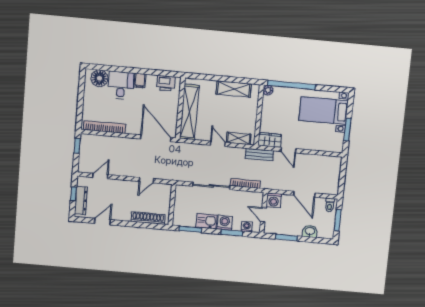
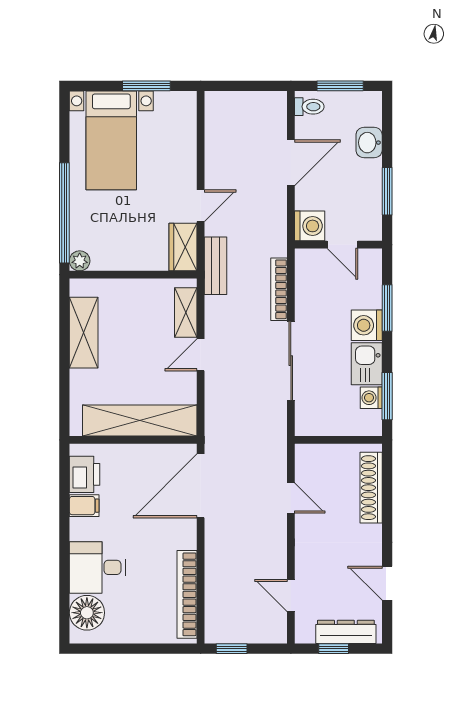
filing cabinet: (140, 81) -> (84, 506), moved
door: (263, 215) -> (343, 245), hinge flipped
washing machine: (247, 227) -> (371, 398), moved

